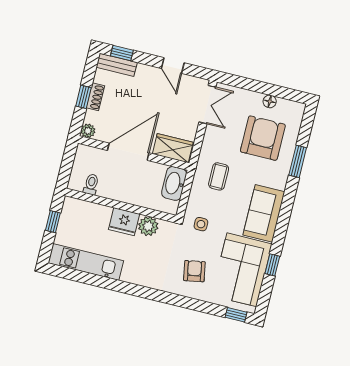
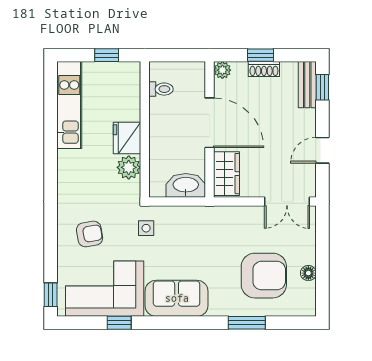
coffee table: (219, 176) -> (207, 235), removed

